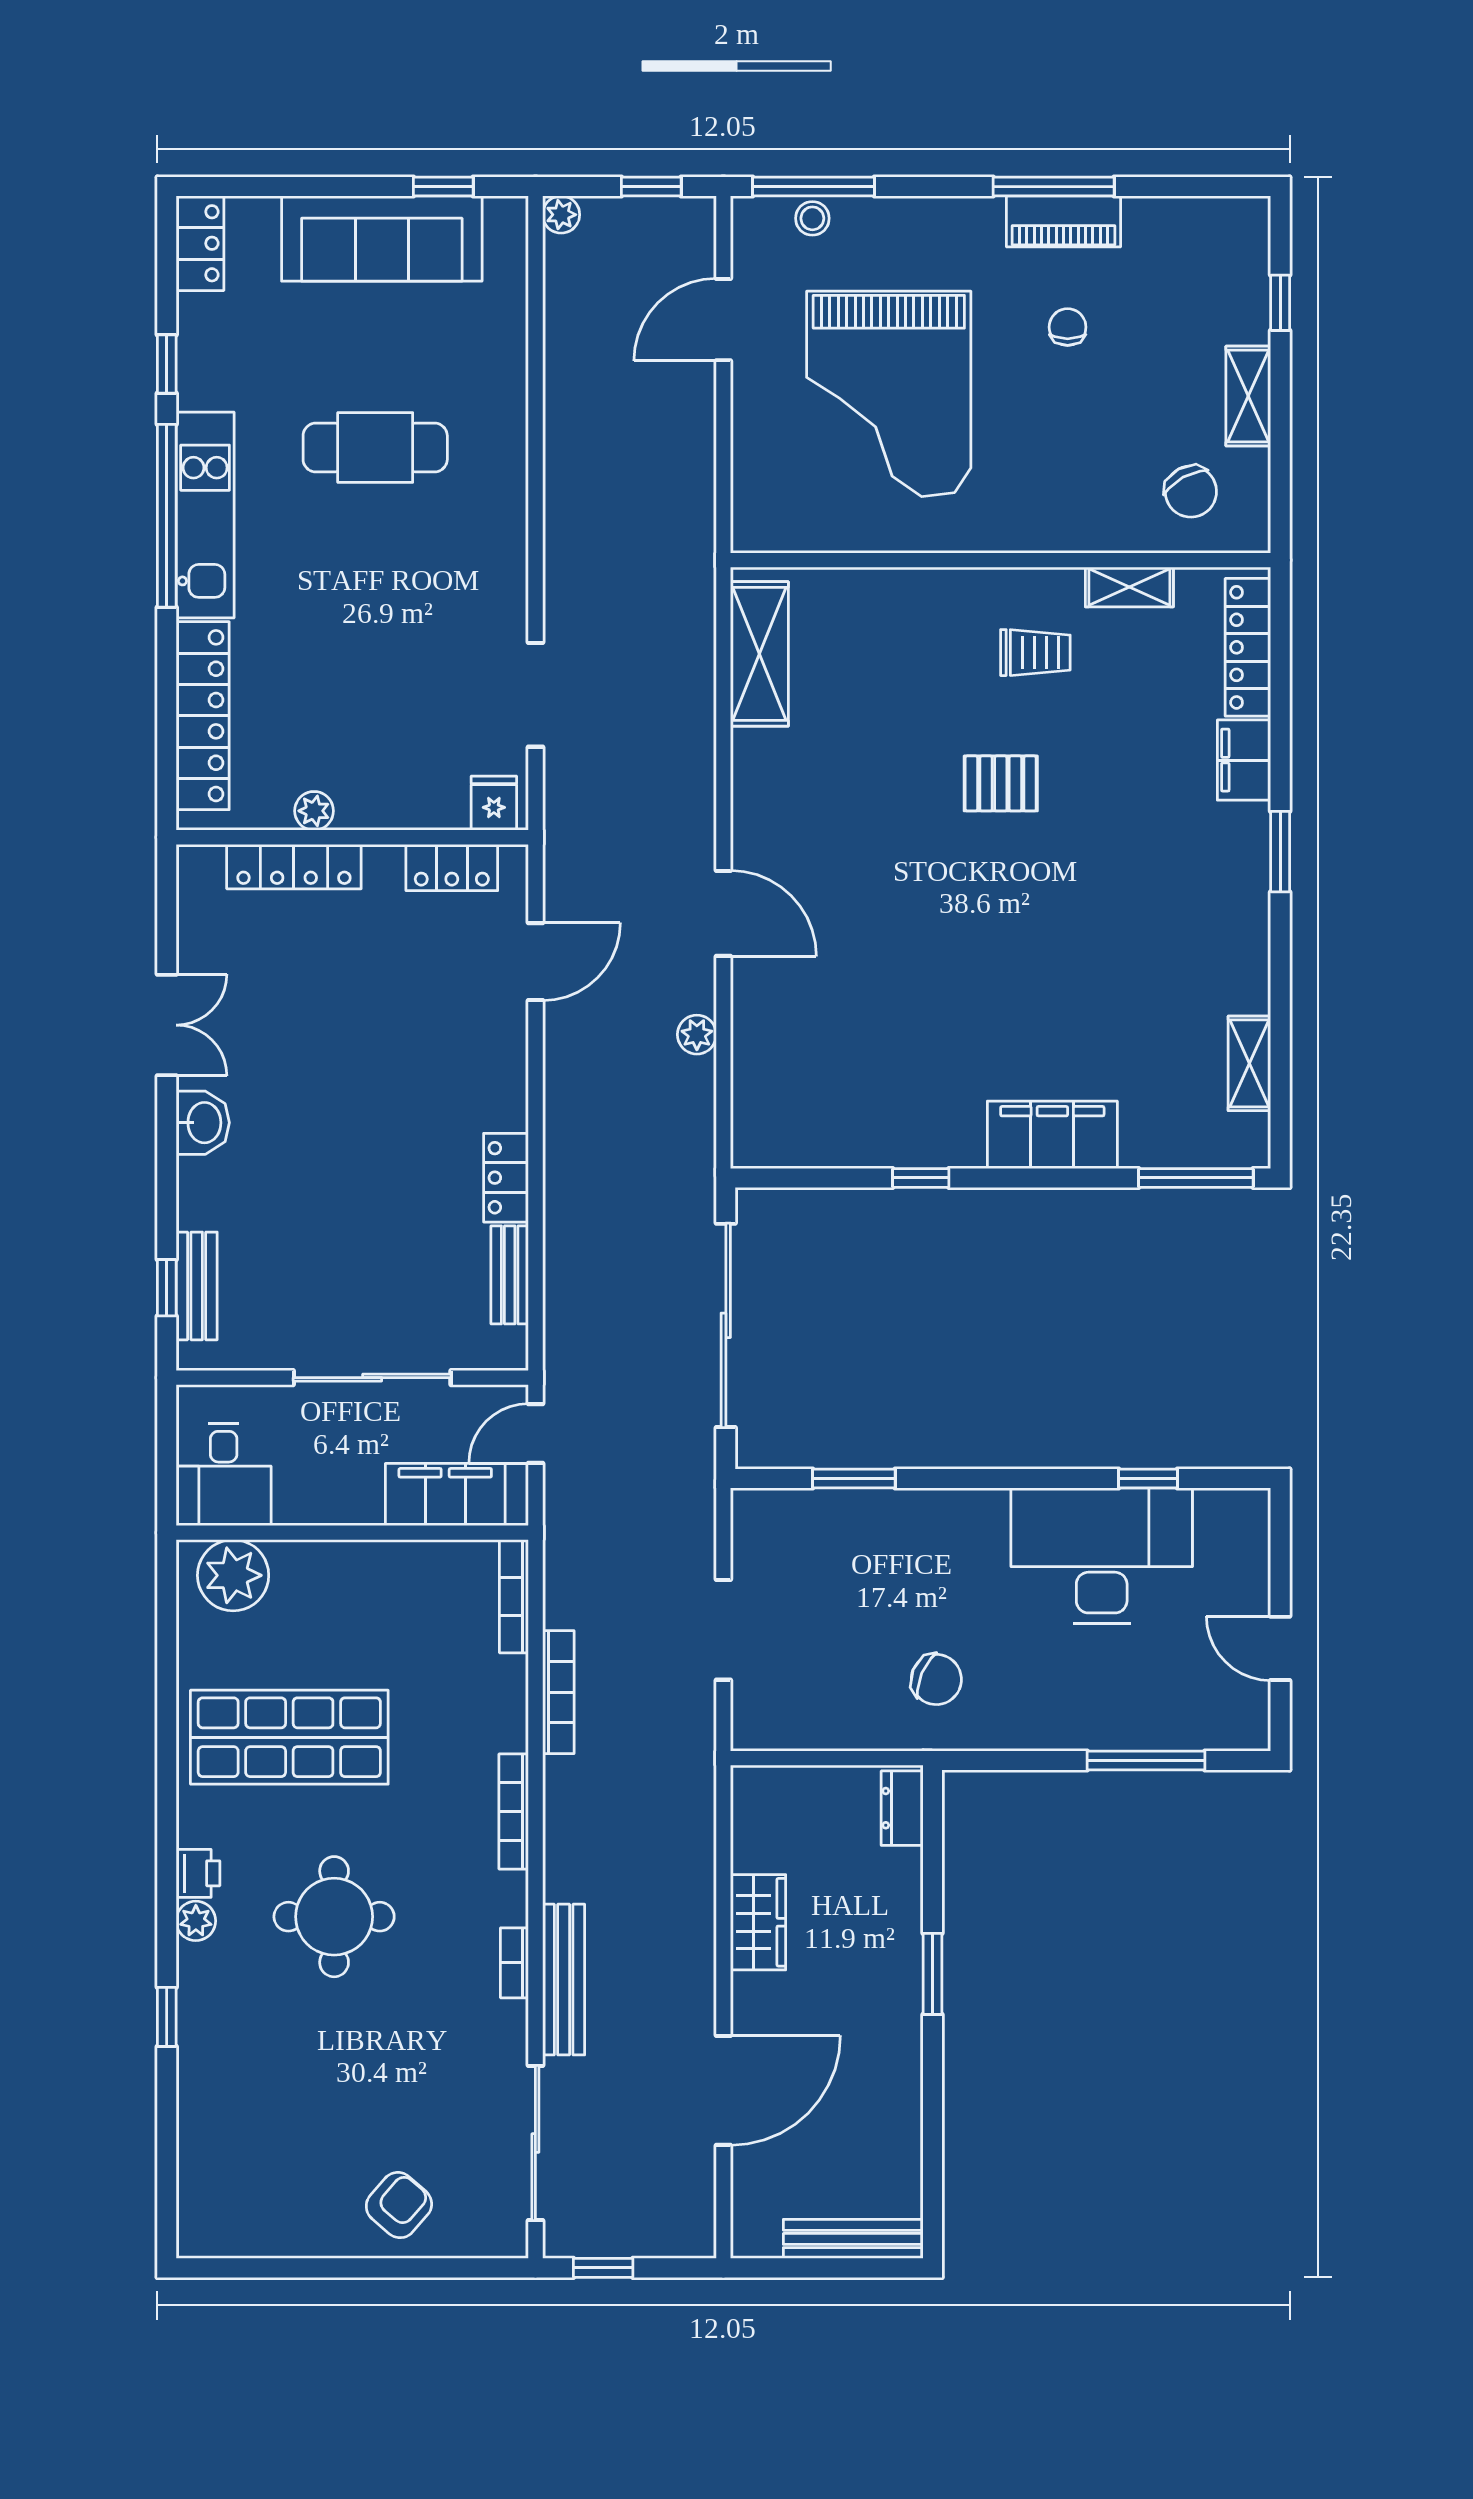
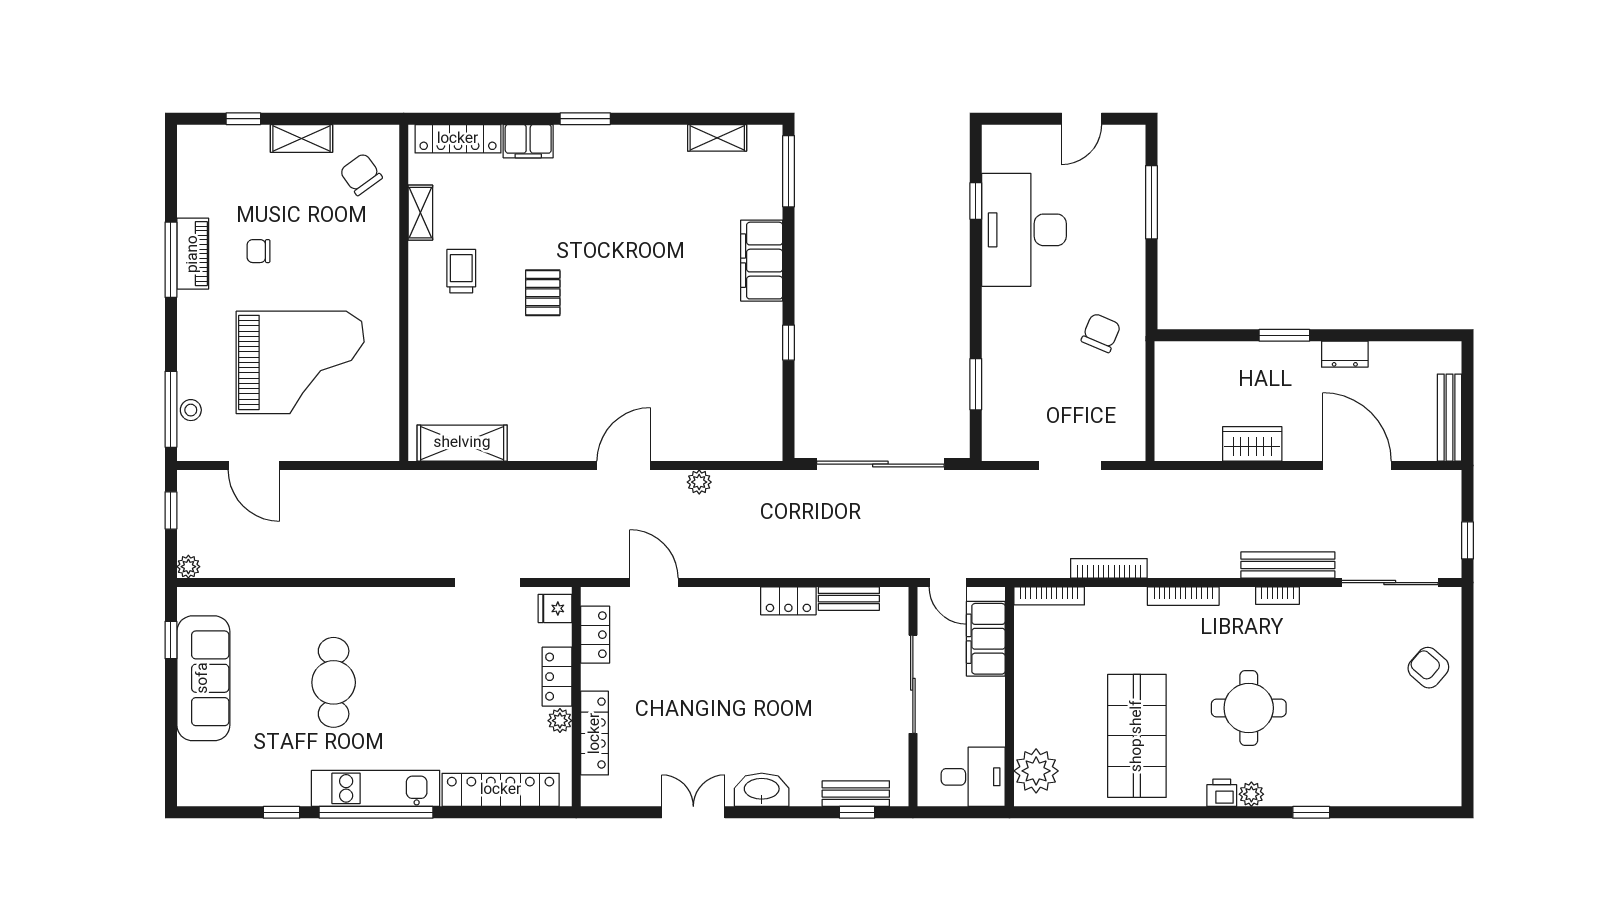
locker: (200, 243) -> (557, 677), moved, turned -90
chair: (1191, 492) -> (361, 174), turned -97
washbasin: (203, 1123) -> (762, 790), width x1.38
dresser: (902, 1808) -> (1345, 354), moved
bench: (853, 2239) -> (1449, 418), moved

